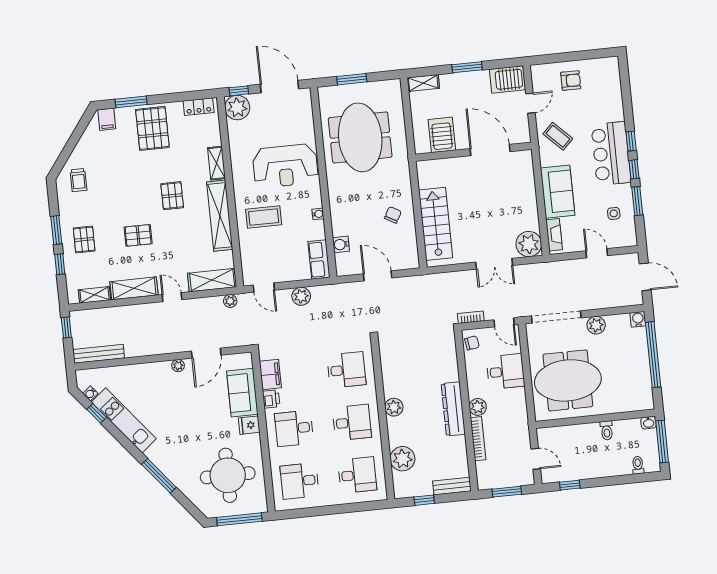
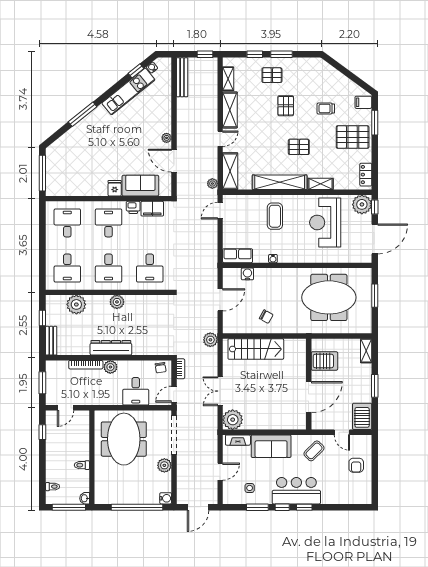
reception desk: (285, 166) -> (325, 222), moved
trolley: (79, 180) -> (326, 108), moved
pallet: (138, 235) -> (286, 106), moved
plant: (301, 296) -> (210, 340), moved
round table: (228, 475) -> (77, 168), removed

